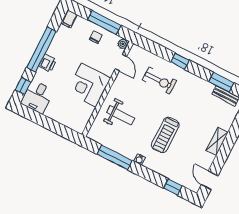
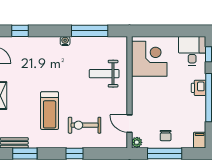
corner desk: (89, 85) -> (149, 59), moved
treadmill: (165, 135) -> (50, 111), moved, turned 180

